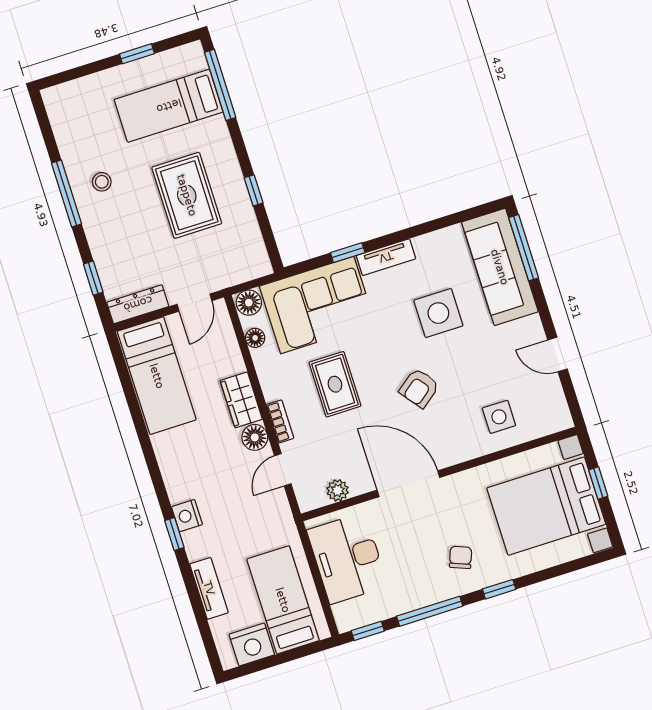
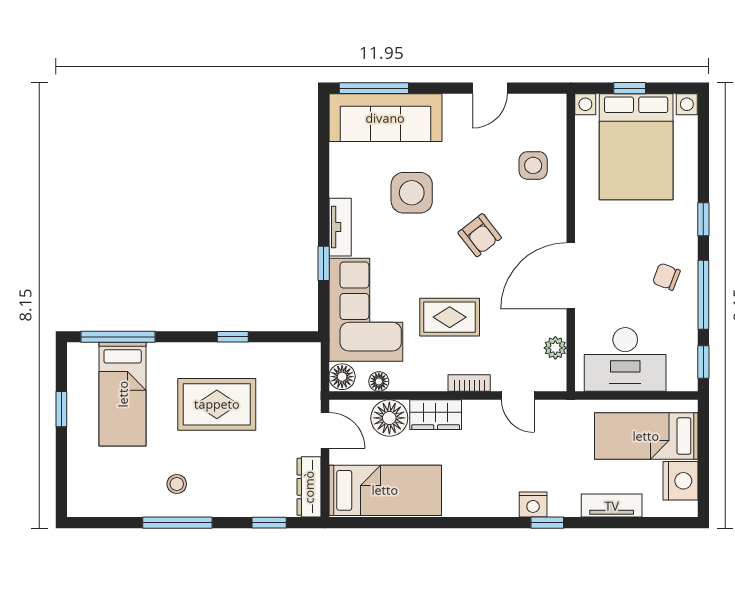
floor lamp: (255, 437) -> (389, 418), moved, width x1.38, depth x1.38
chair: (461, 557) -> (666, 277), moved

